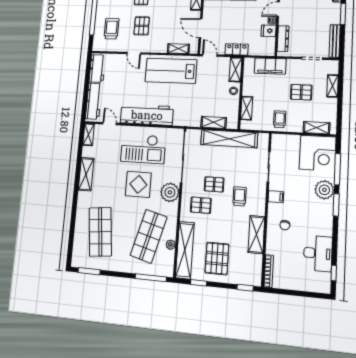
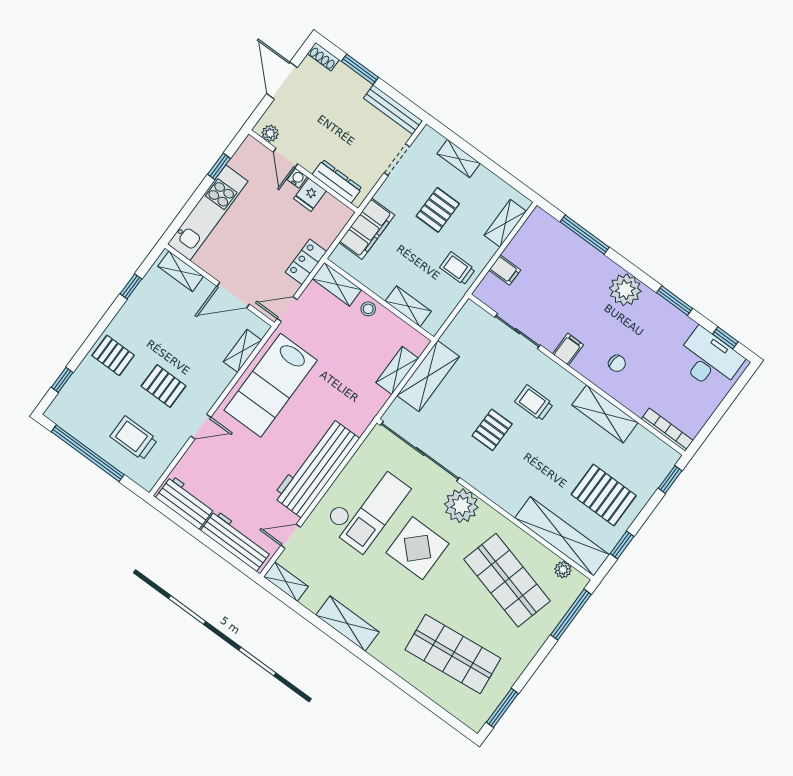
shelving: (229, 139) -> (428, 376), width x0.68
filing cabinet: (294, 142) -> (505, 270), added
corner desk: (318, 153) -> (543, 247), removed
plant: (324, 190) -> (625, 290), moved
pallet: (201, 205) -> (510, 470), removed
window: (336, 205) -> (675, 300), moved
plant: (171, 245) -> (563, 570), moved
desk: (318, 253) -> (709, 360), moved

